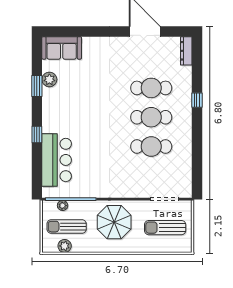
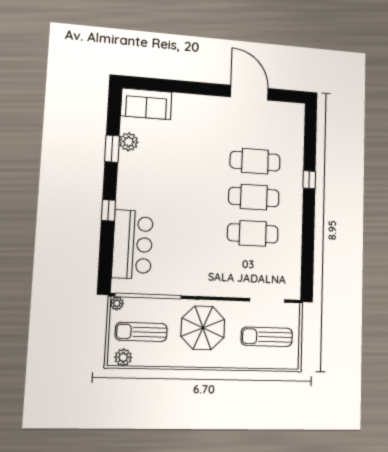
dresser: (186, 51) -> (298, 120), removed
plant: (63, 206) -> (117, 303), moved
plant: (65, 246) -> (123, 357), moved

